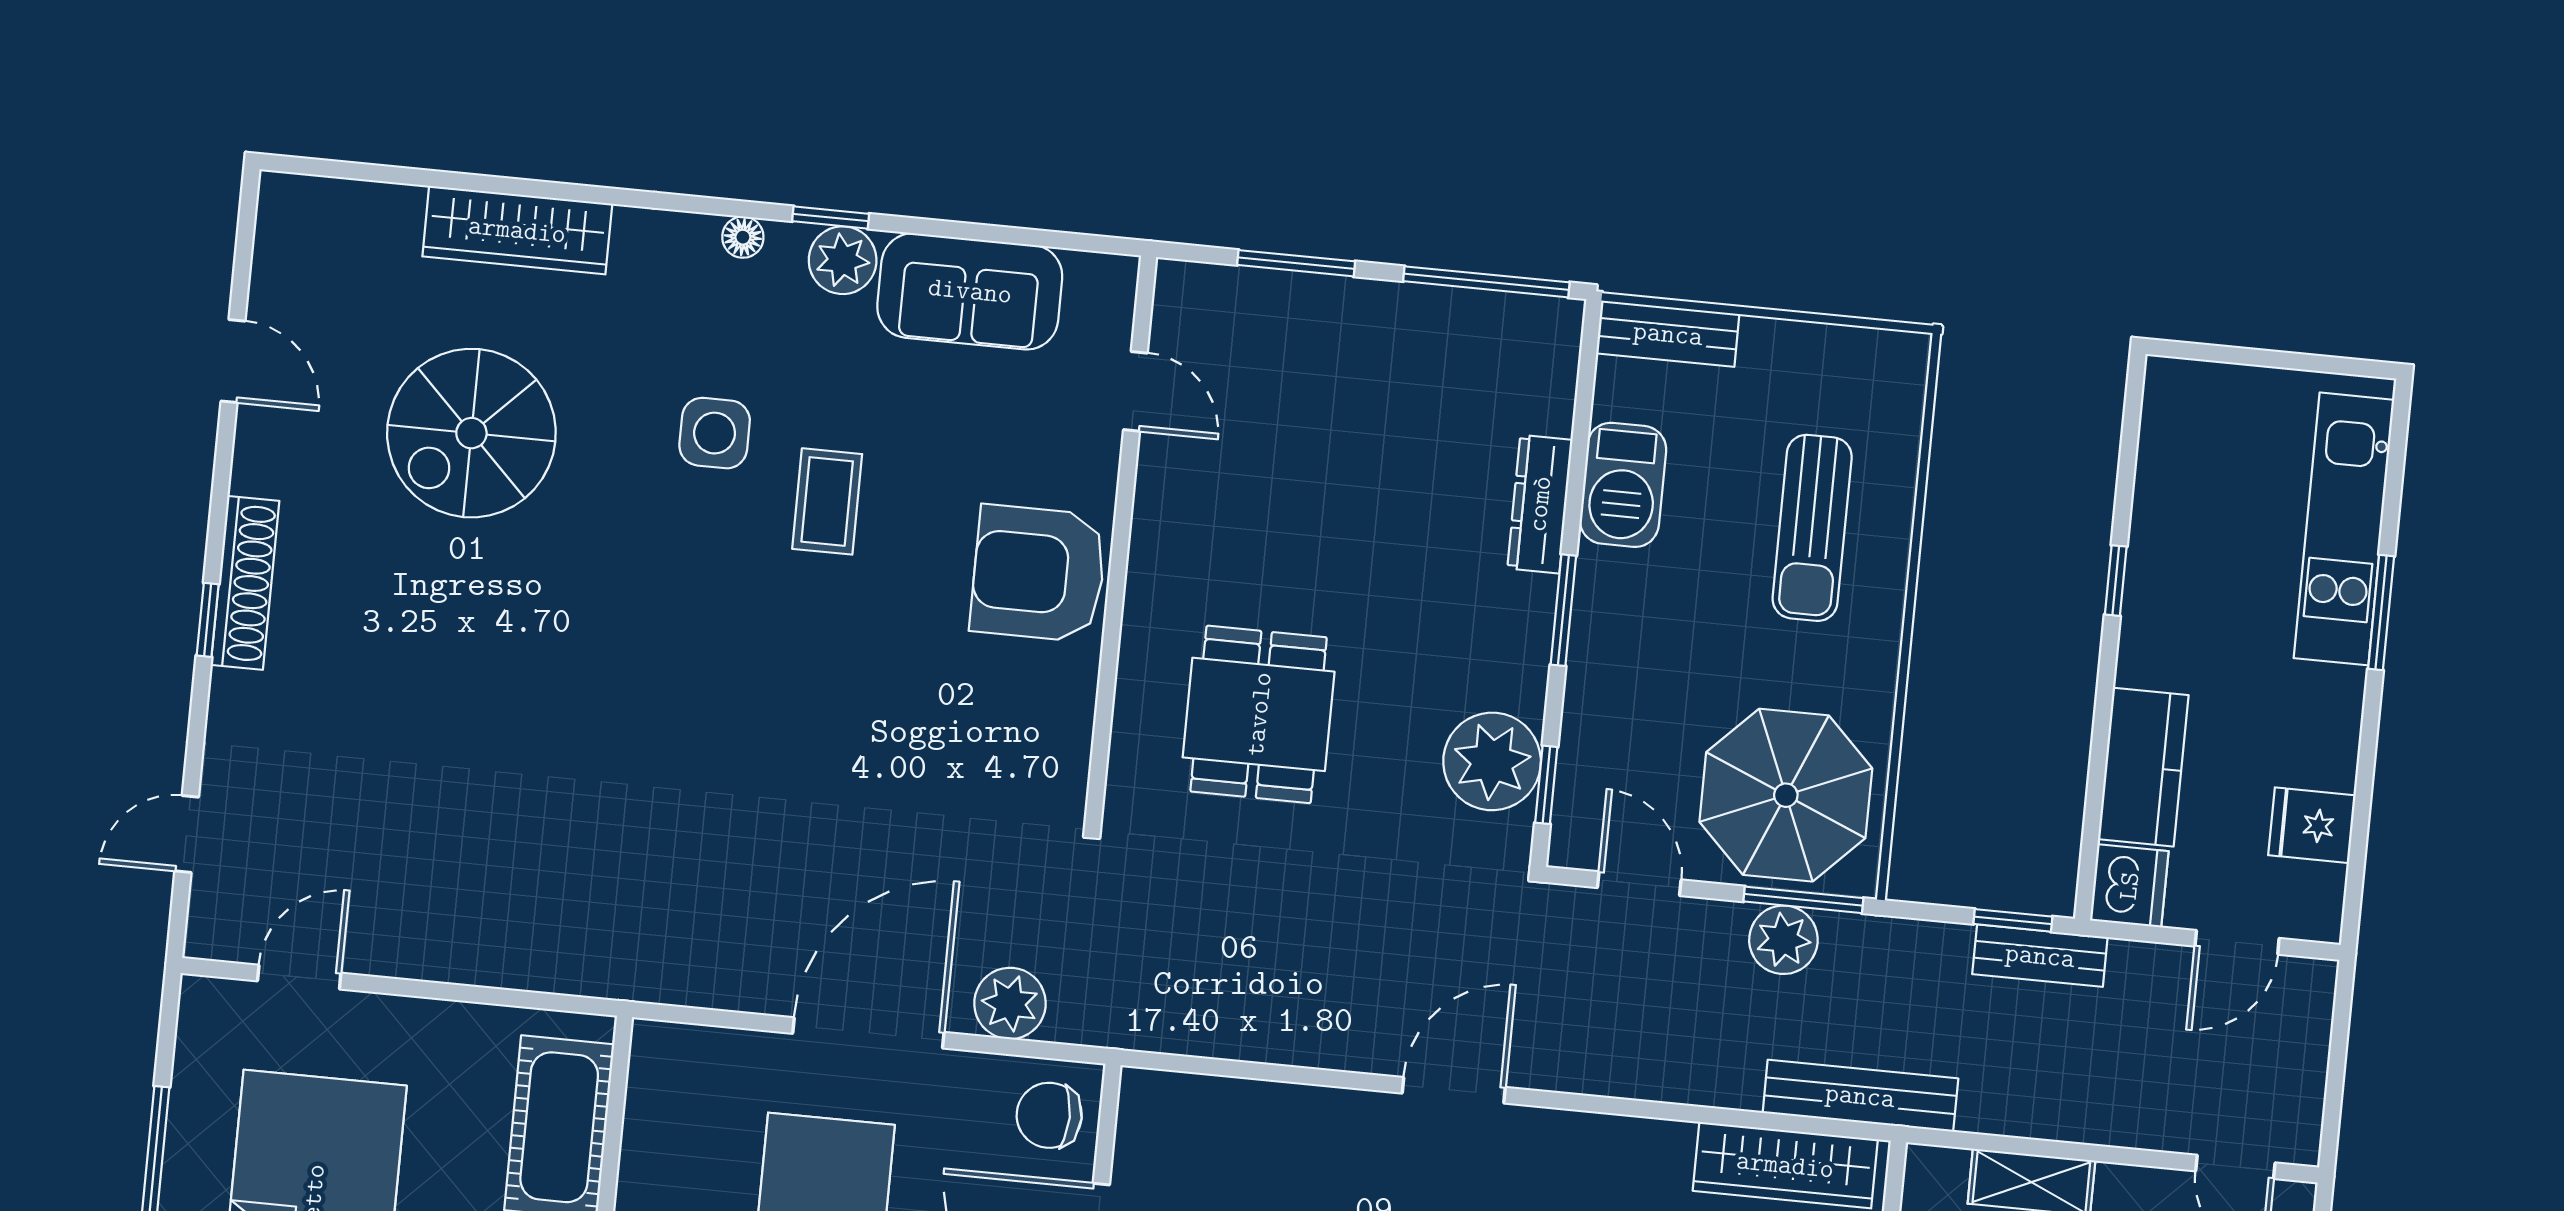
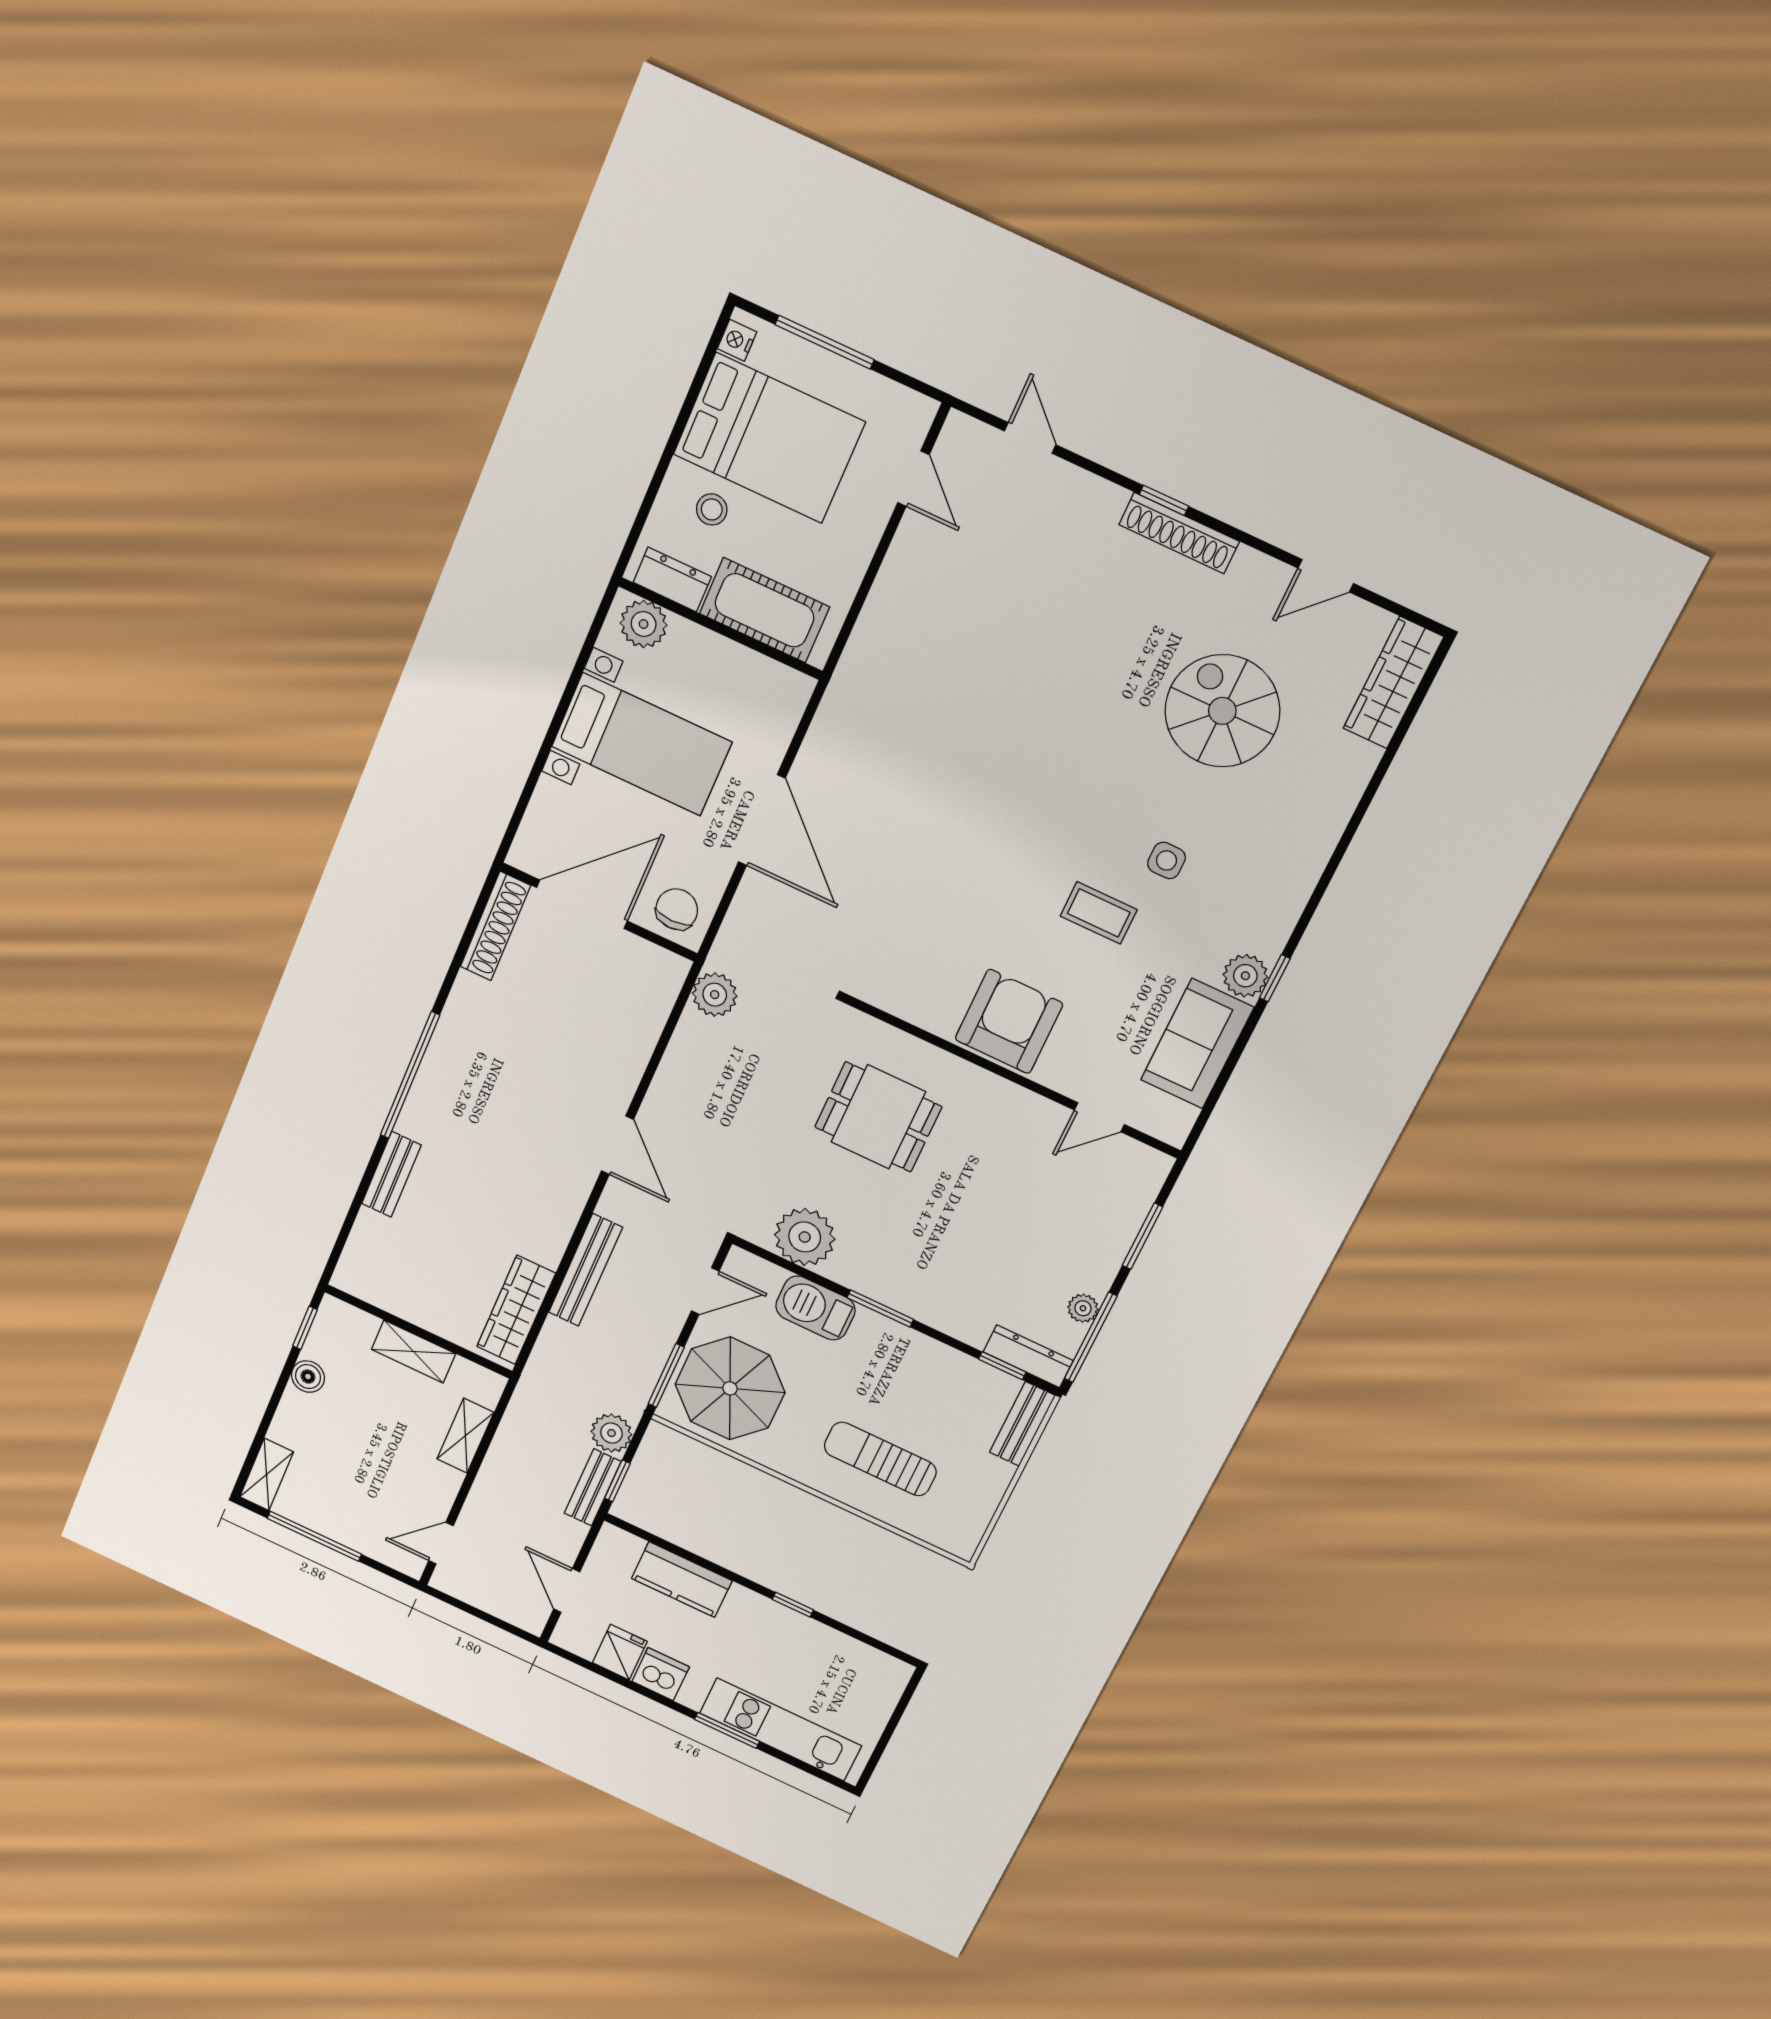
wardrobe: (517, 230) -> (1393, 683), moved
floor lamp: (743, 237) -> (1283, 921), removed
plant: (1444, 310) -> (1083, 1308), added
side table: (715, 433) -> (1167, 860), width x0.73, depth x0.73
barbecue: (1623, 485) -> (815, 1308), moved
dresser: (1540, 504) -> (1028, 1356), moved
window: (1546, 785) -> (1002, 1366), moved
dishwasher: (2129, 886) -> (661, 1674), moved, turned 180
plant: (1783, 940) -> (611, 1433), moved
plant: (1010, 1003) -> (715, 995), moved
bench: (1860, 1096) -> (585, 1270), moved

